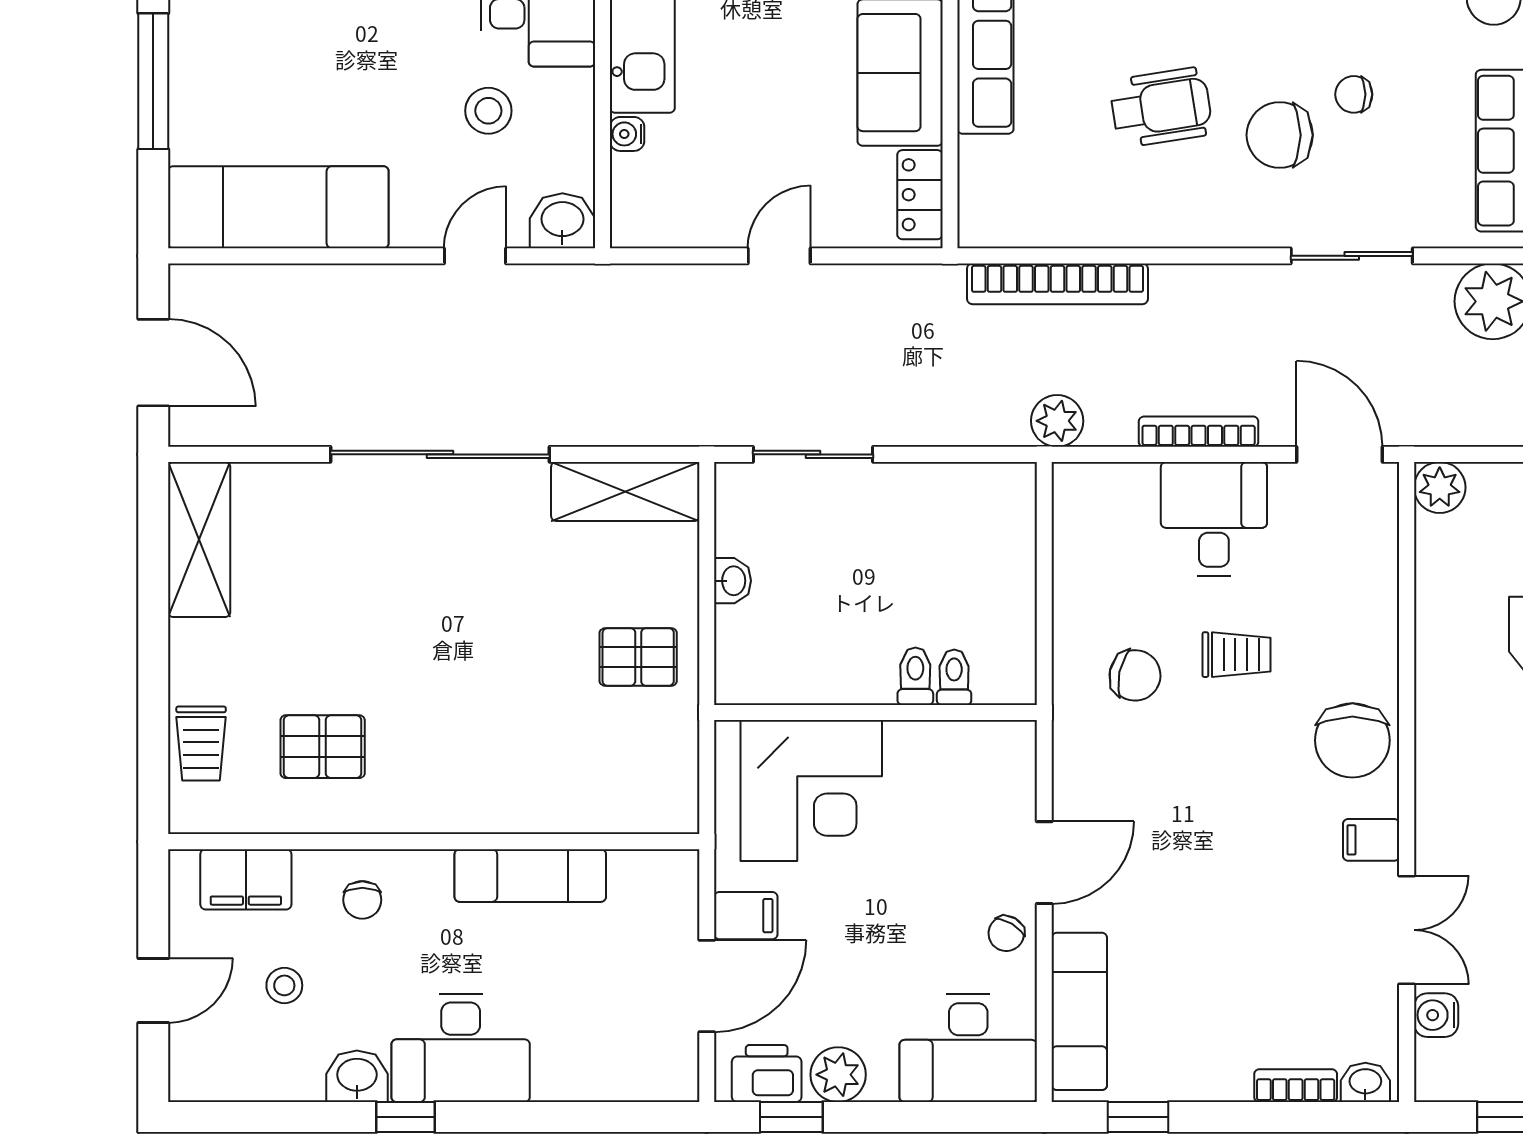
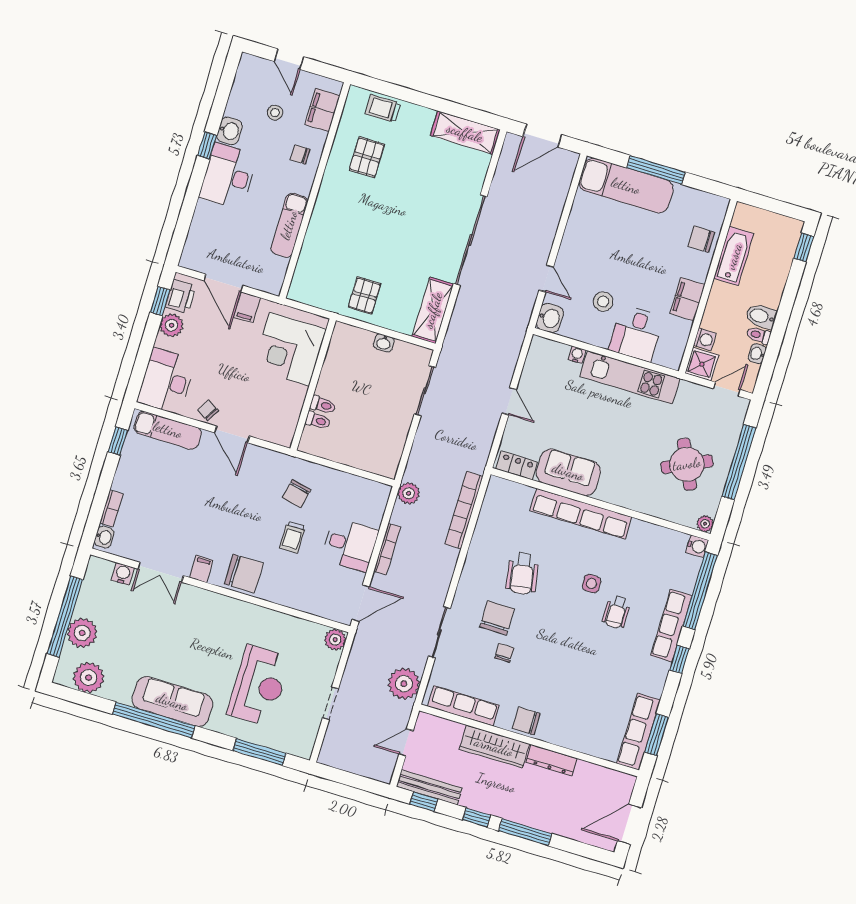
exam couch: (278, 207) -> (626, 186), moved, turned 90
chair: (1352, 740) -> (244, 574), turned 180

